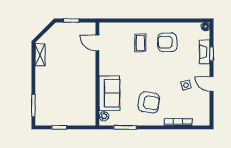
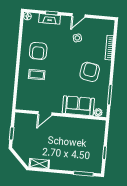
door: (97, 43) -> (45, 113), moved

